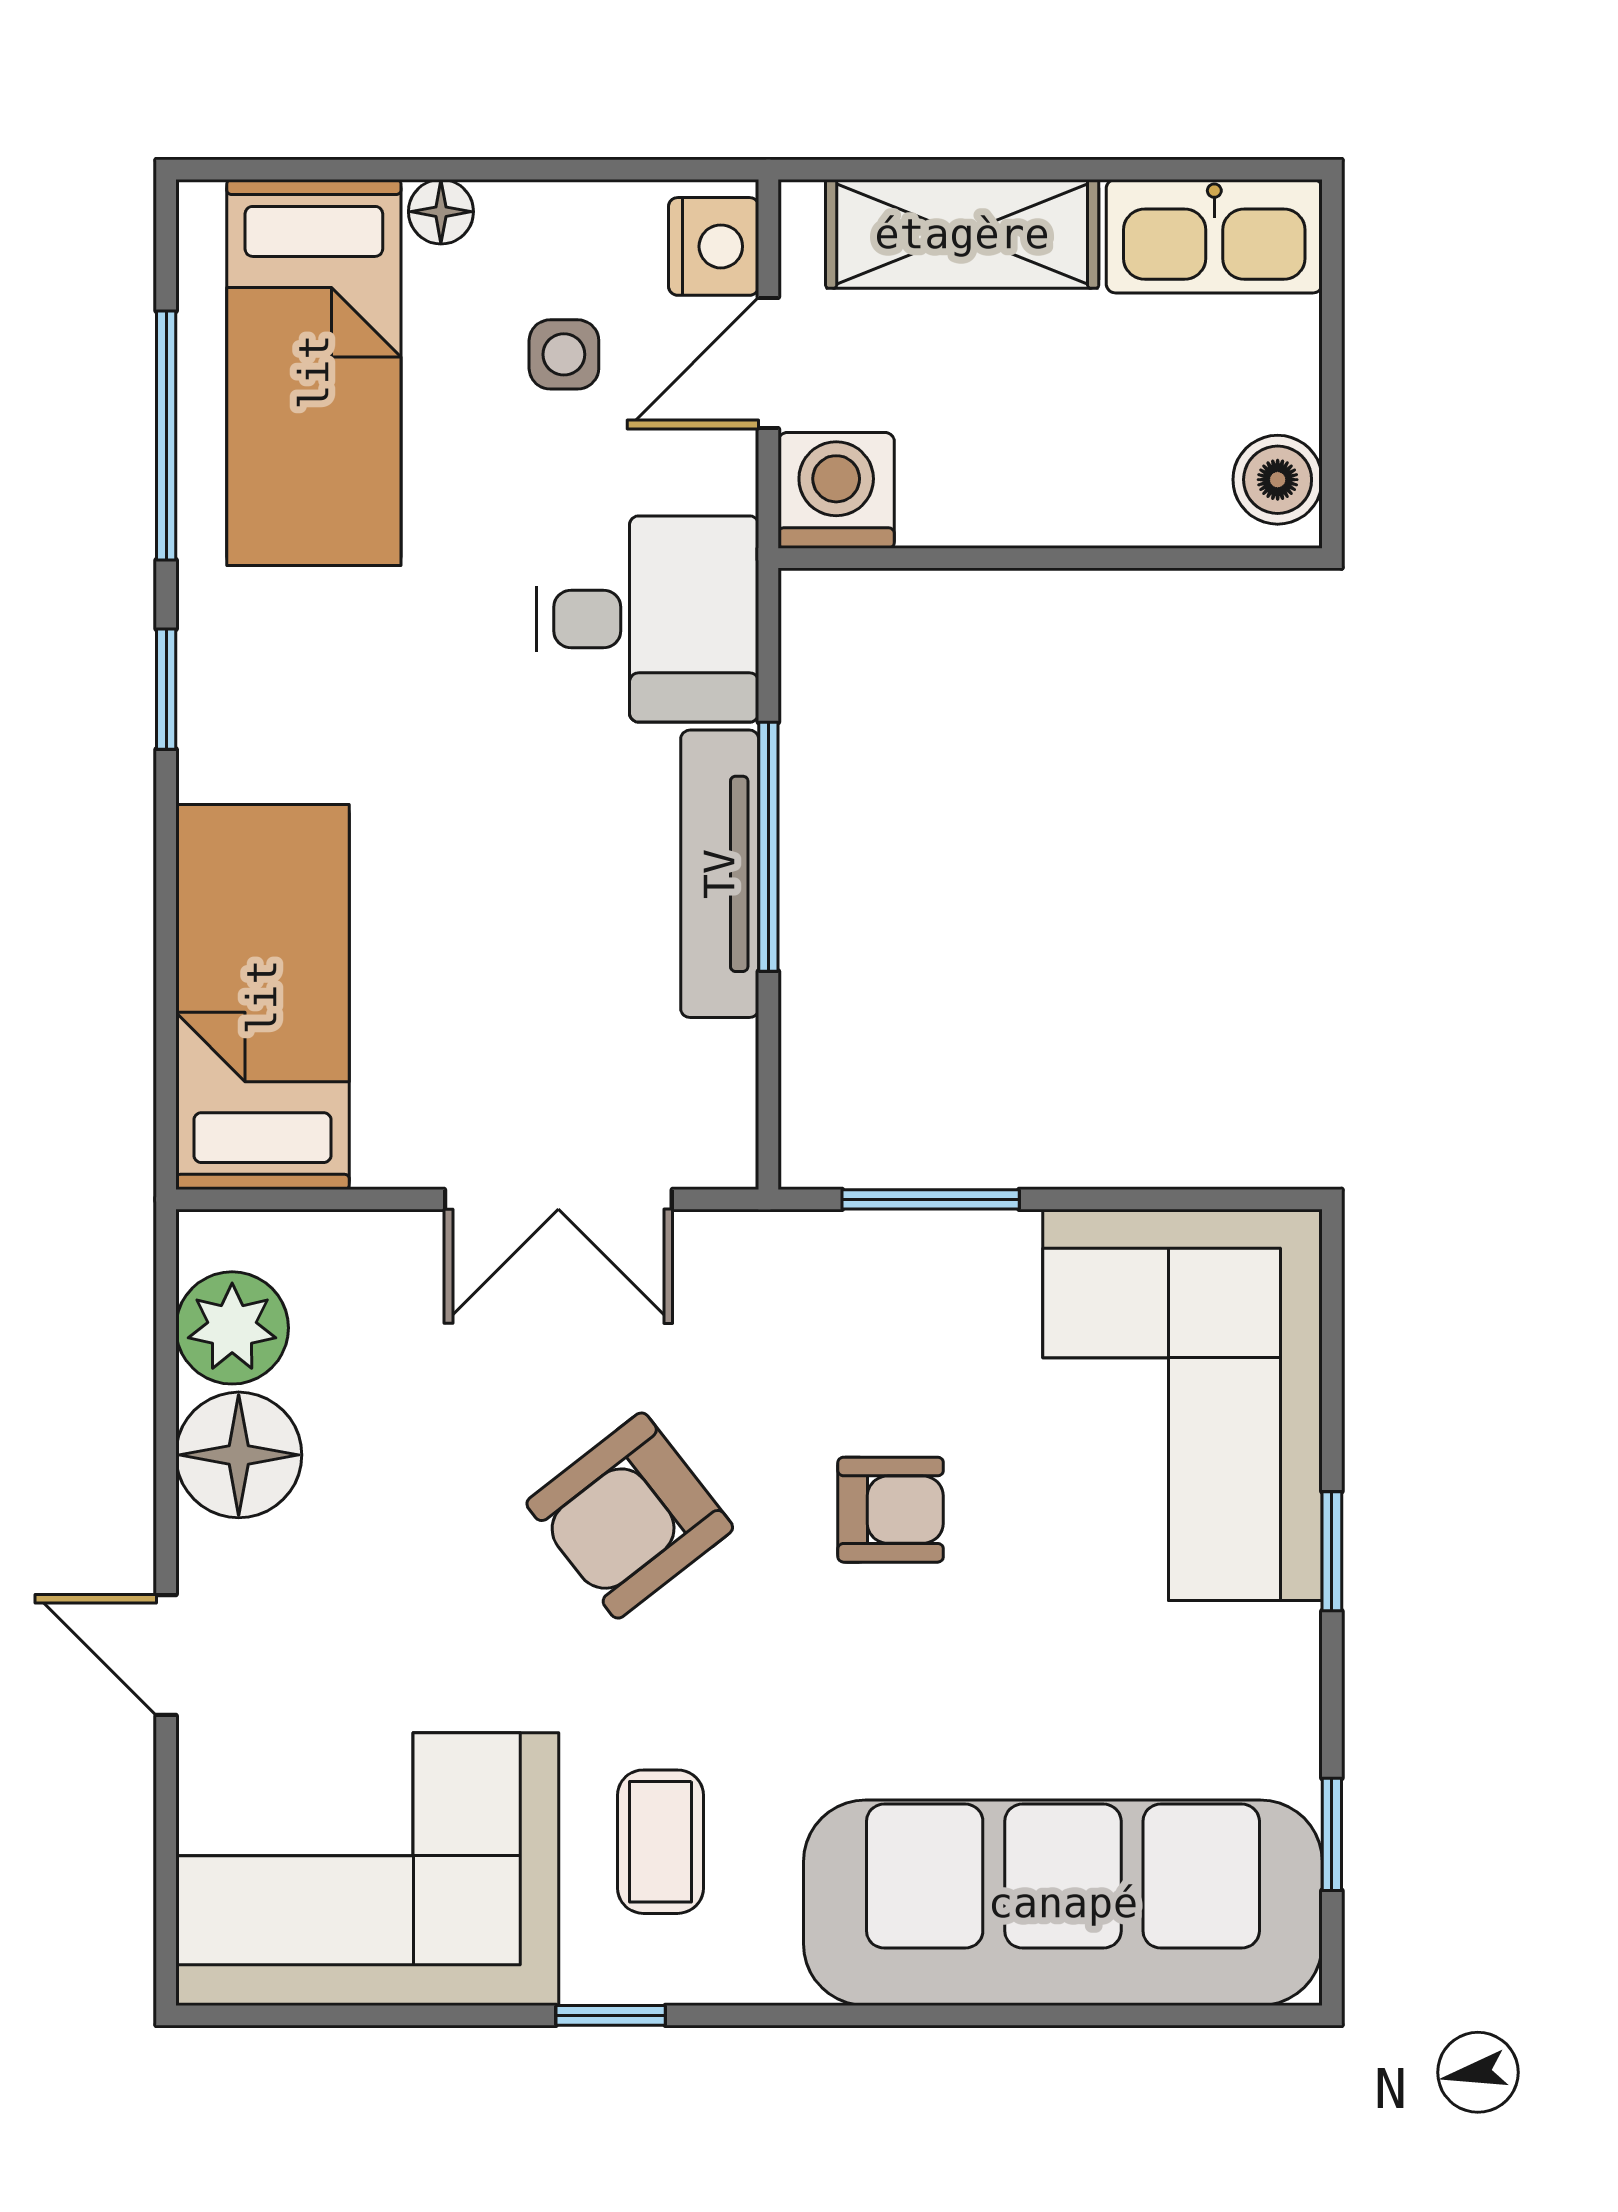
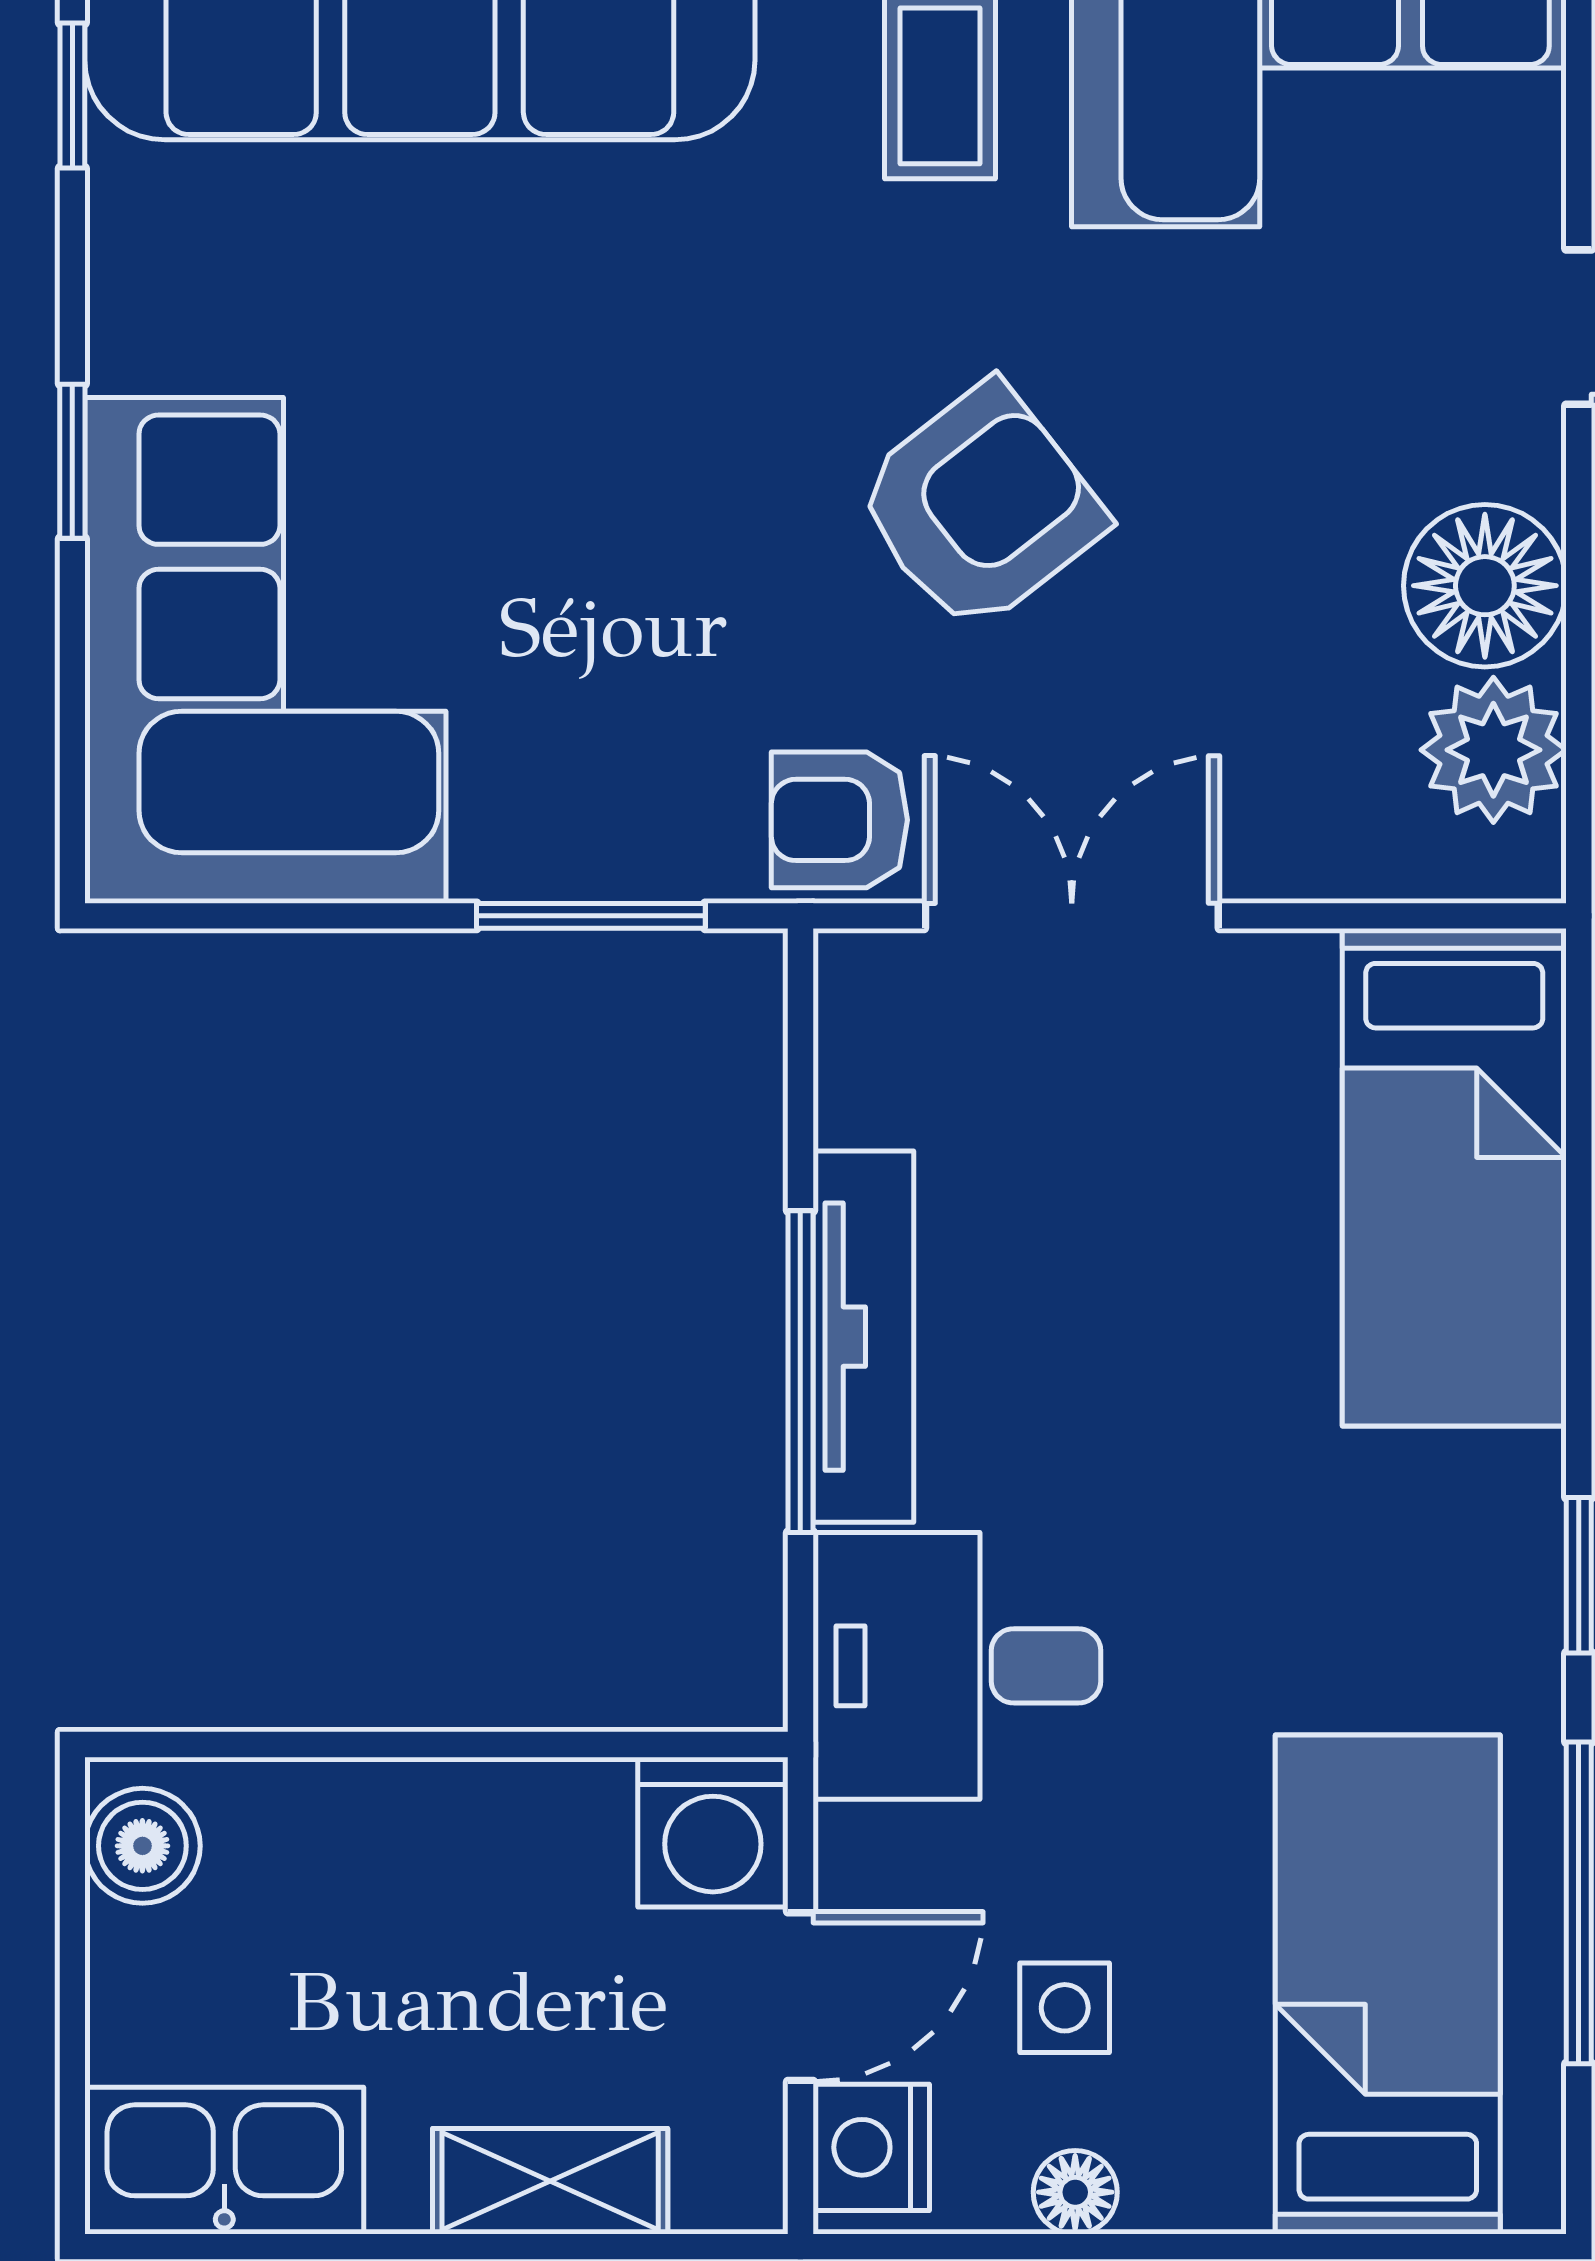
floor lamp: (441, 212) -> (1075, 2192), moved
shelving: (962, 234) -> (550, 2181), width x0.67, depth x0.75
armchair: (891, 1510) -> (839, 820), moved

